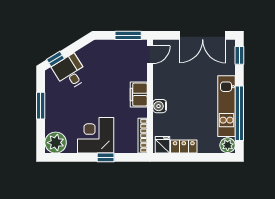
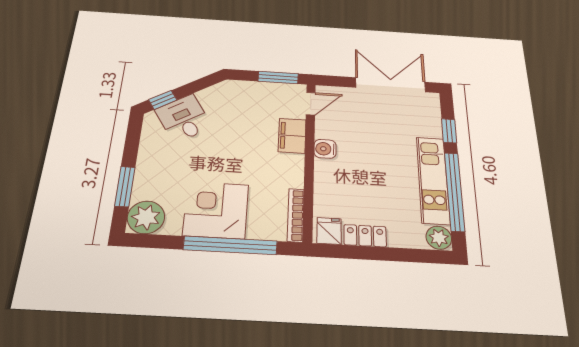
double door: (203, 35) -> (391, 85), swing flipped
window: (239, 55) -> (449, 131), moved
filing cabinet: (139, 94) -> (292, 136), moved
window: (41, 106) -> (125, 187), moved
water cooler: (160, 106) -> (325, 149), moved
window: (106, 157) -> (230, 245), width x3.17

